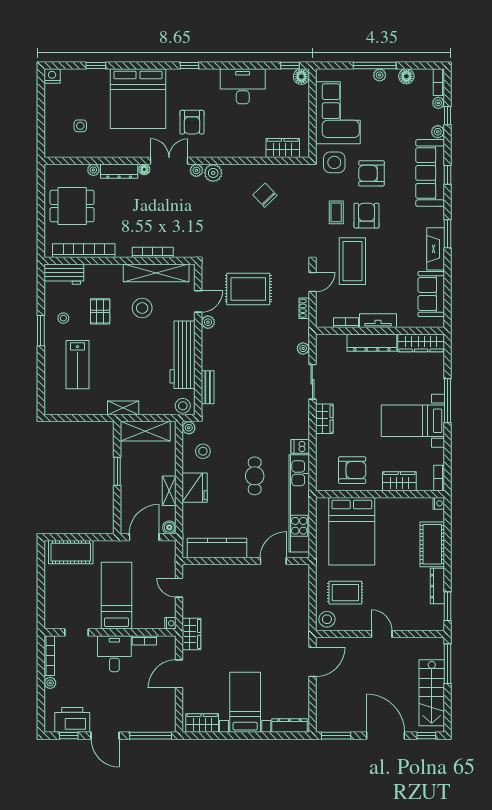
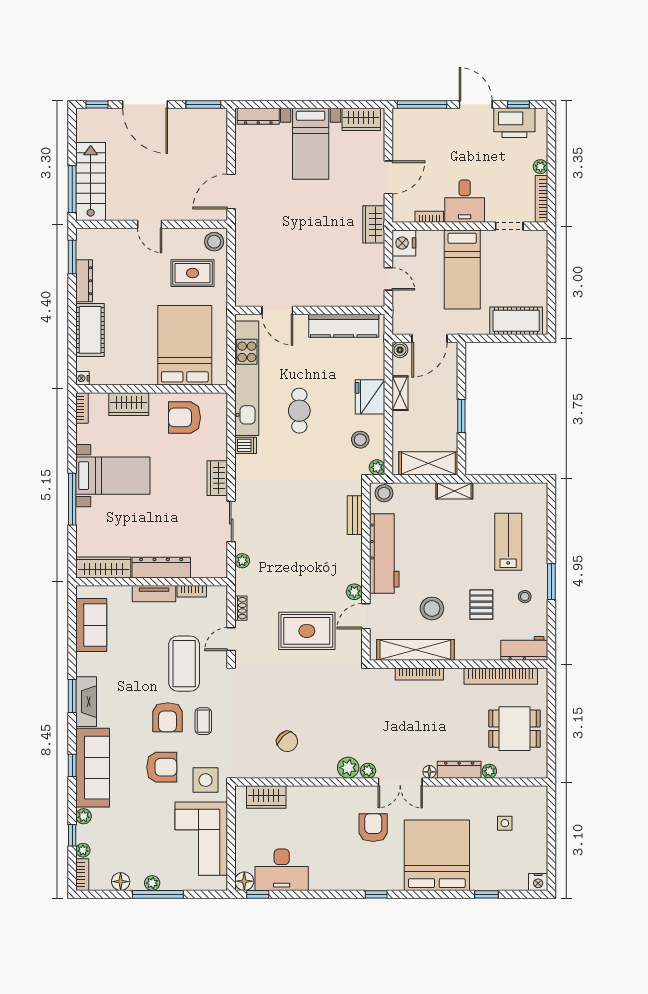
desk: (243, 86) -> (282, 870), moved
fireplace: (436, 249) -> (86, 702), moved
door: (273, 561) -> (277, 310), hinge flipped
nightstand: (170, 623) -> (404, 243), width x1.89, depth x1.79
stairs: (432, 693) -> (91, 181), moved

